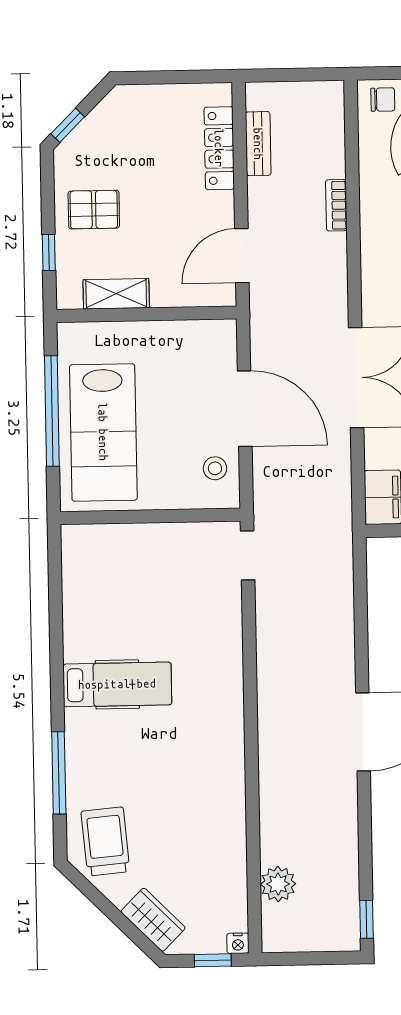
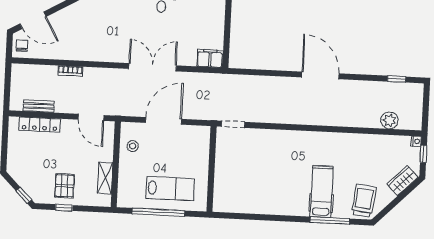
window: (49, 252) -> (64, 208), moved
lab bench: (103, 432) -> (170, 189), width x0.73, depth x0.72
stool: (215, 468) -> (133, 146), moved
hospital bed: (117, 684) -> (322, 192), moved
trolley: (105, 841) -> (364, 201), turned 102
window: (367, 919) -> (397, 79), moved

